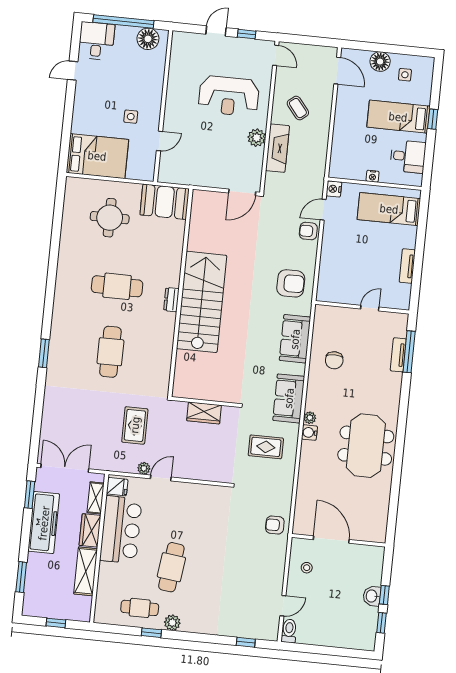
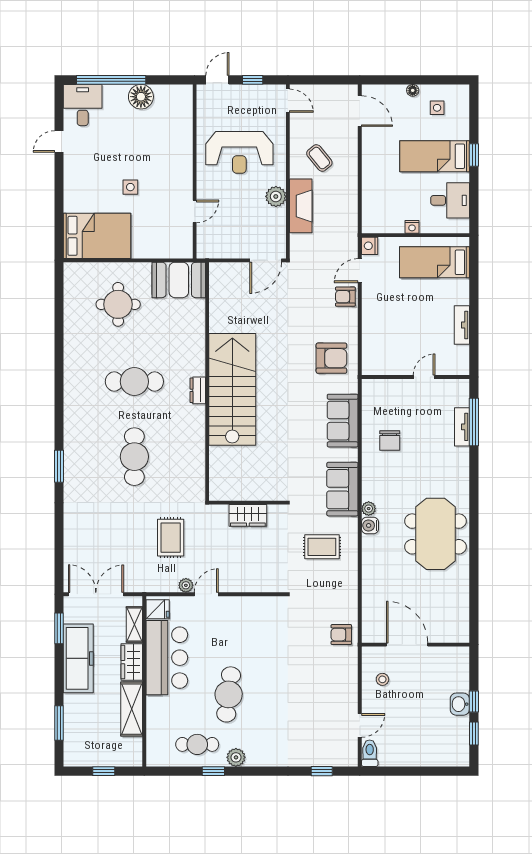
floor lamp: (380, 62) -> (413, 90), width x0.53, depth x0.53
wall: (163, 106) -> (195, 171), moved
door: (159, 141) -> (195, 211), moved

